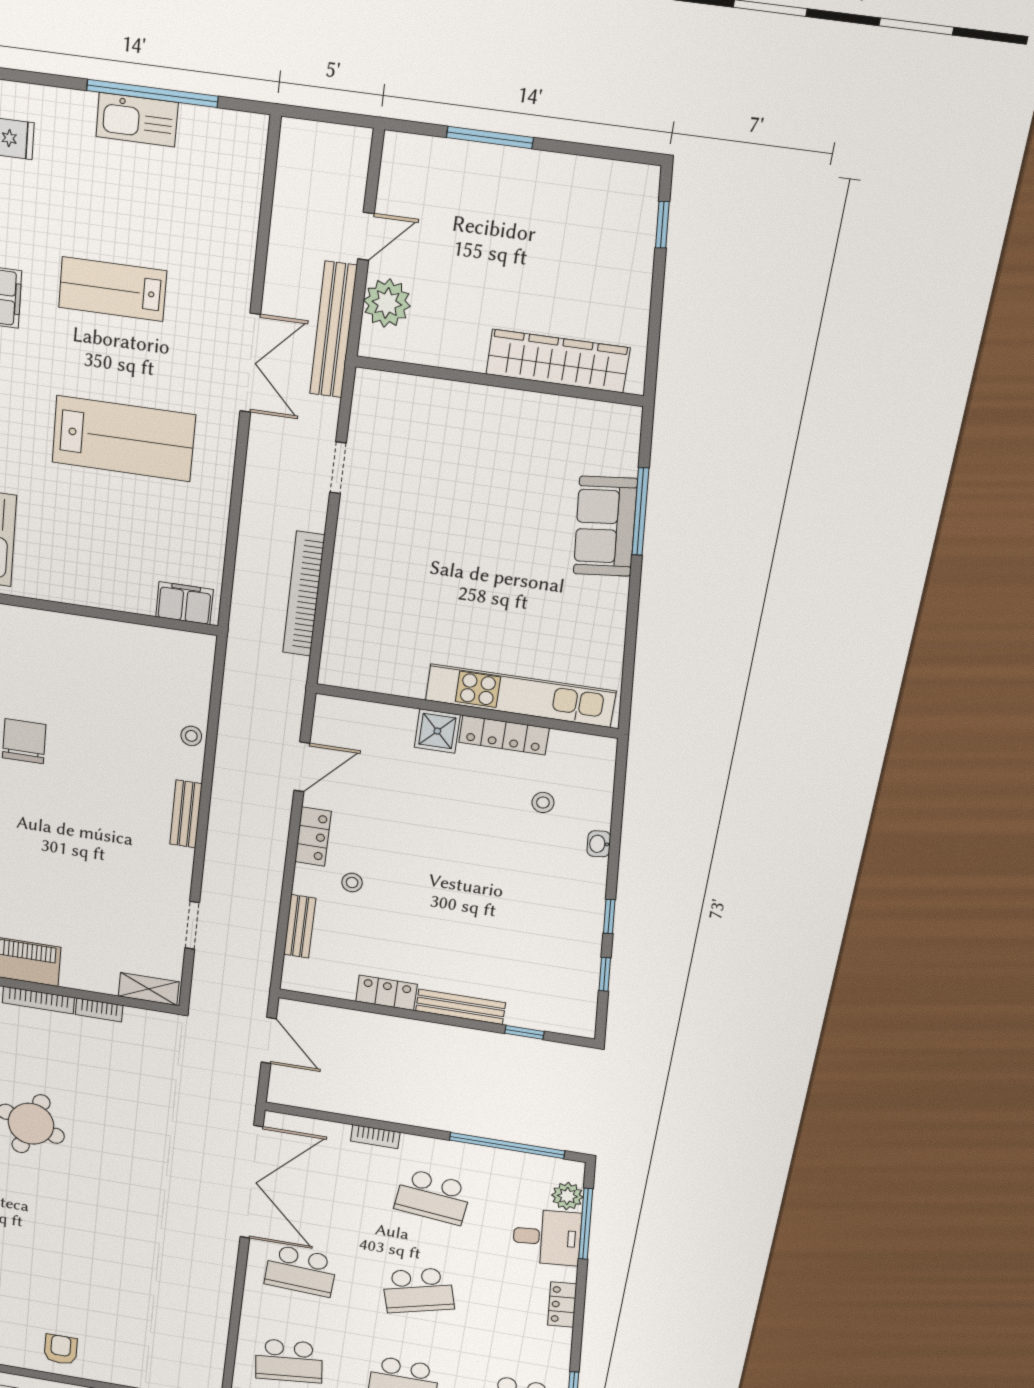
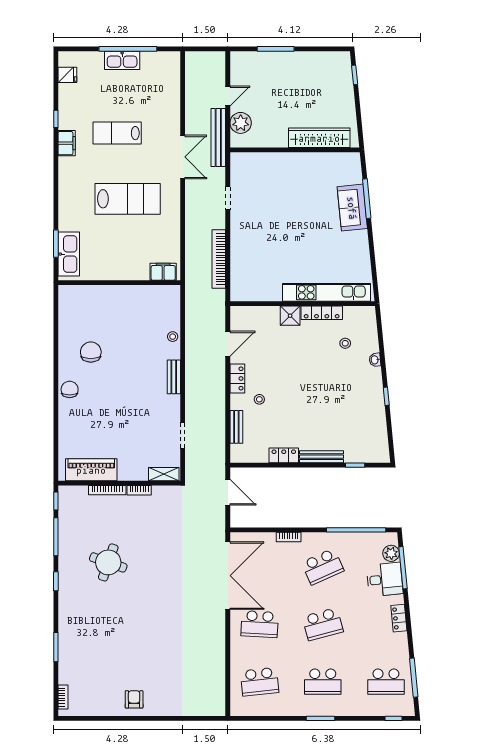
window: (605, 974) -> (389, 427), removed
school desk: (433, 1197) -> (323, 567), turned -30

